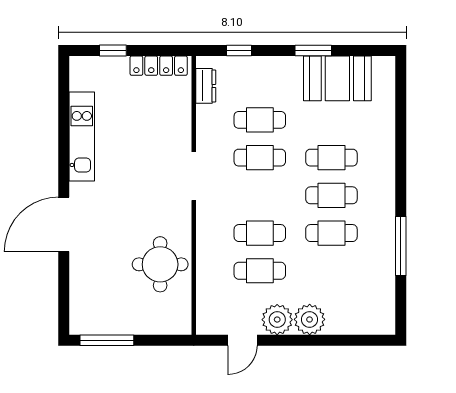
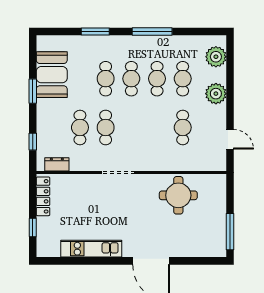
window: (401, 142) -> (95, 31), added
cafe table: (260, 233) -> (183, 79), moved
window: (401, 246) -> (152, 31), moved
plant: (277, 320) -> (216, 57), moved

